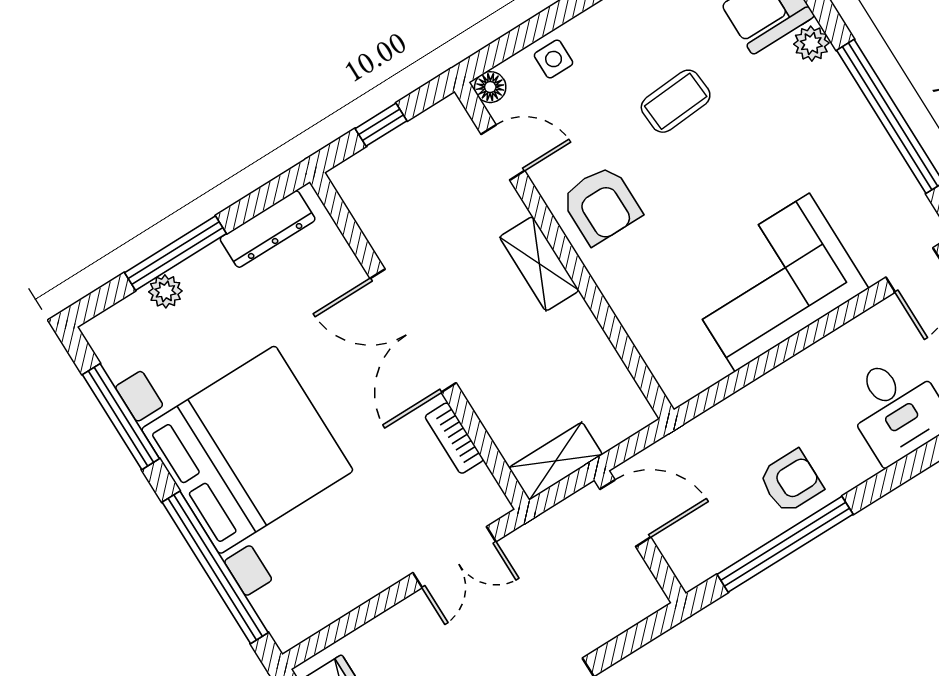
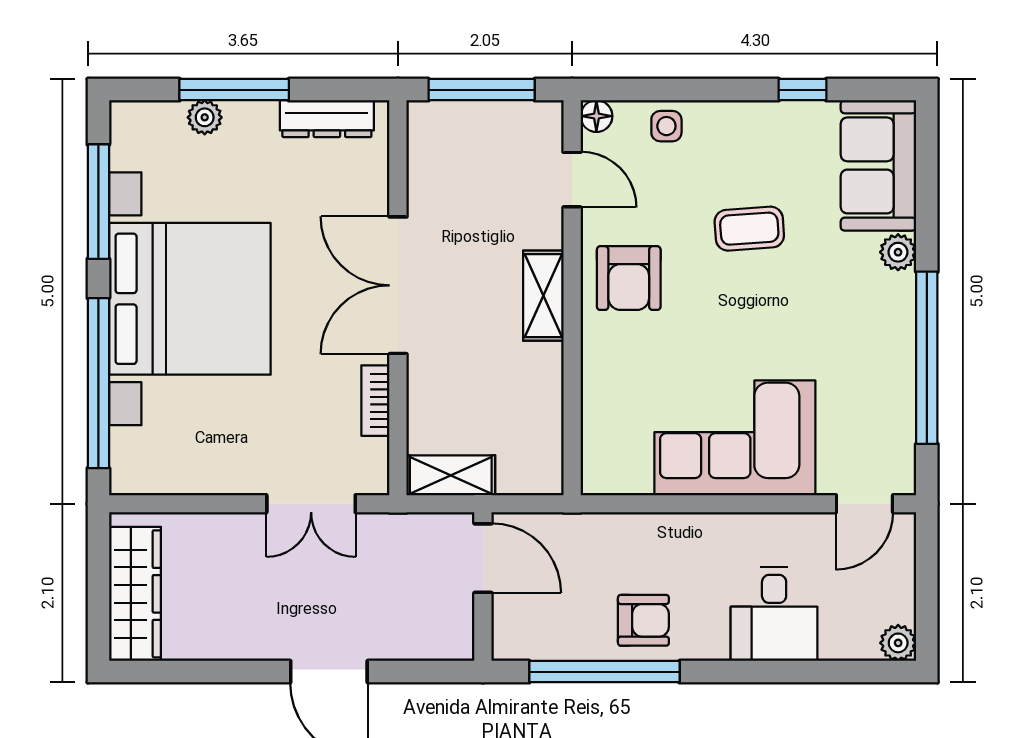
window: (381, 125) -> (482, 90), width x2.17

